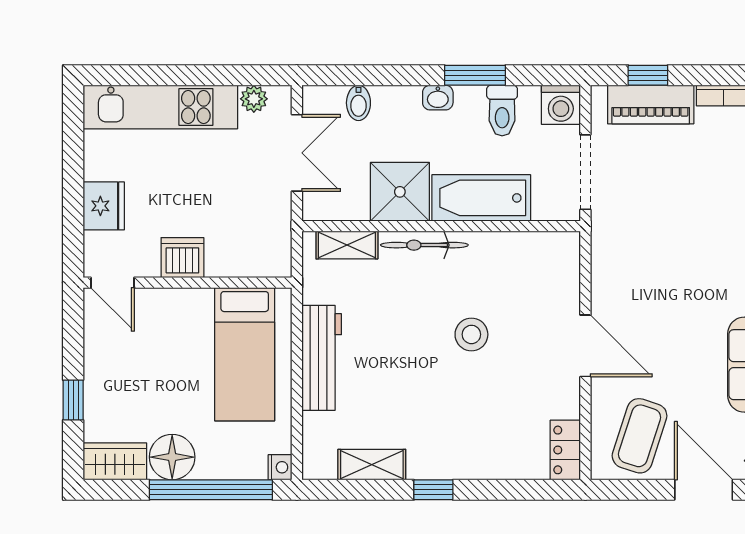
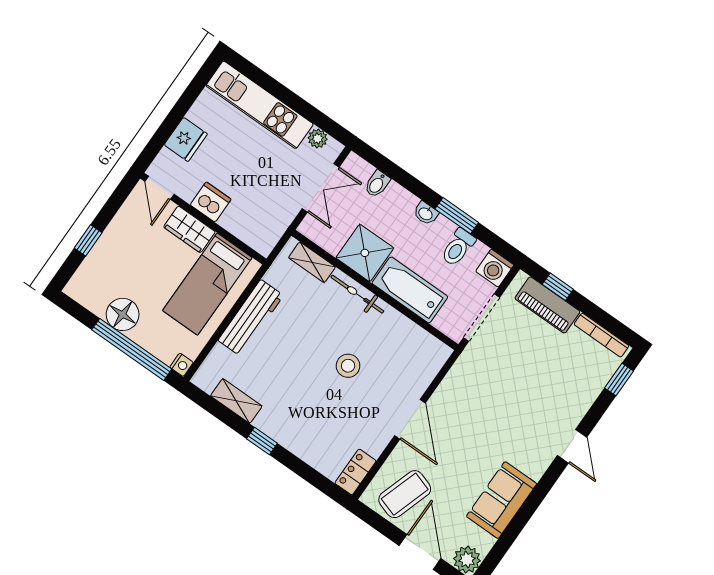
wardrobe: (115, 461) -> (189, 229), moved, turned 180

